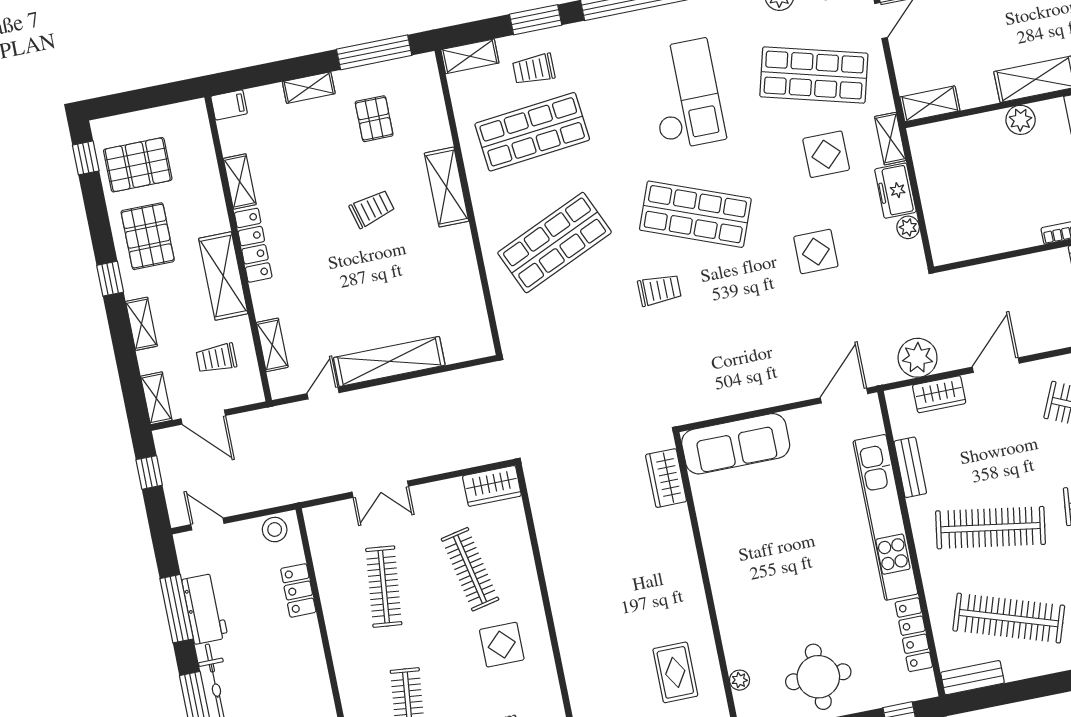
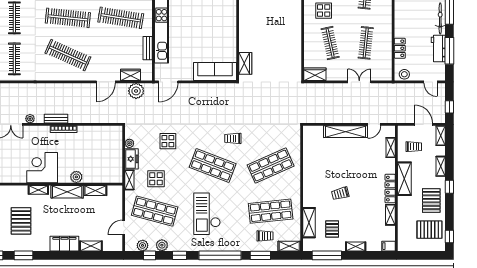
shelving: (930, 104) -> (95, 190), moved
shelving: (447, 187) -> (309, 223), moved

